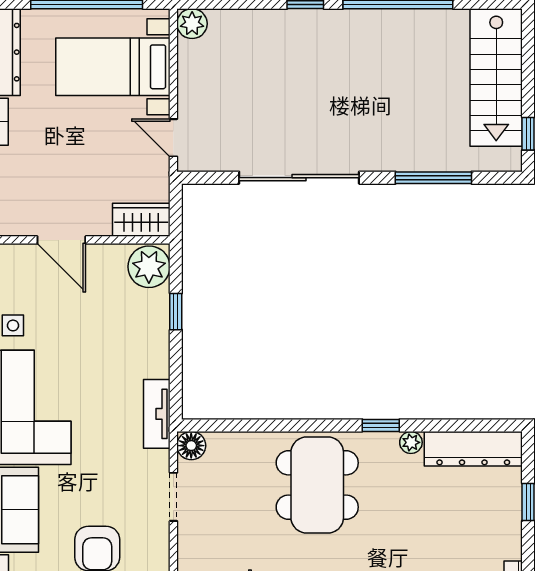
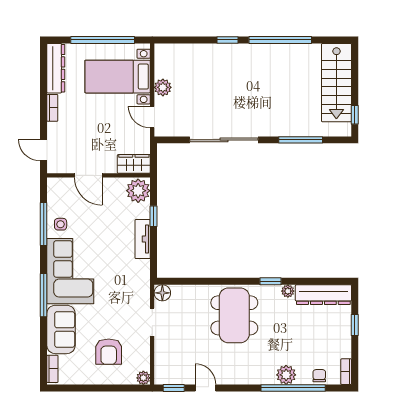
plant: (192, 24) -> (163, 87), moved
tv unit: (157, 414) -> (143, 239), moved

